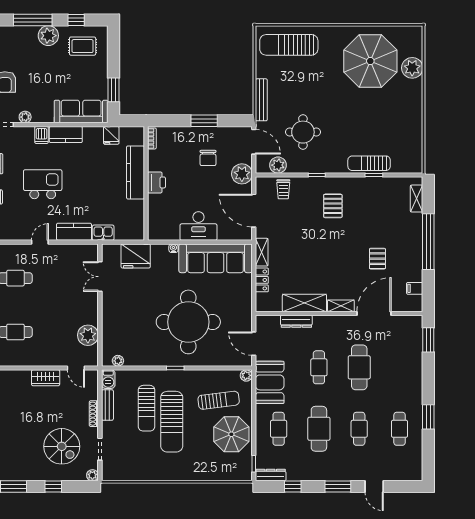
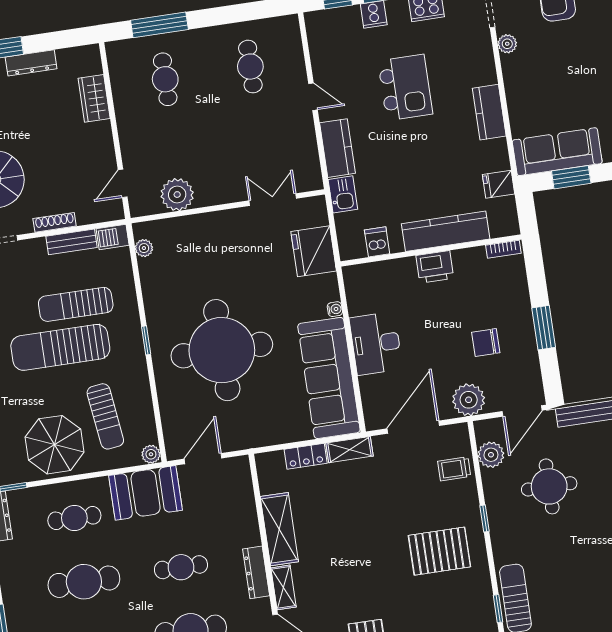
sofa: (81, 112) -> (557, 152), moved, turned -90
dishwasher: (42, 135) -> (377, 242), moved, turned 90
pallet: (333, 206) -> (439, 551), width x1.50, depth x1.42
dresser: (296, 321) -> (256, 572), moved
wardrobe: (46, 378) -> (94, 98), moved

